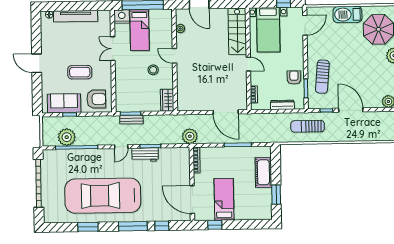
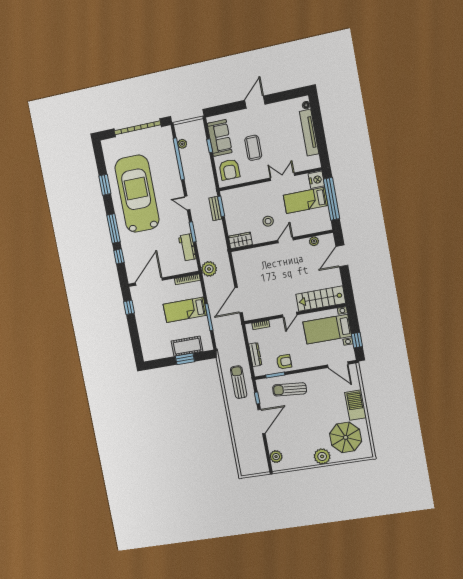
plant: (67, 137) -> (182, 144), width x0.53, depth x0.53
workbench: (145, 155) -> (187, 247), moved
window: (276, 195) -> (185, 359), moved
bed: (224, 199) -> (185, 310), moved, turned 180

